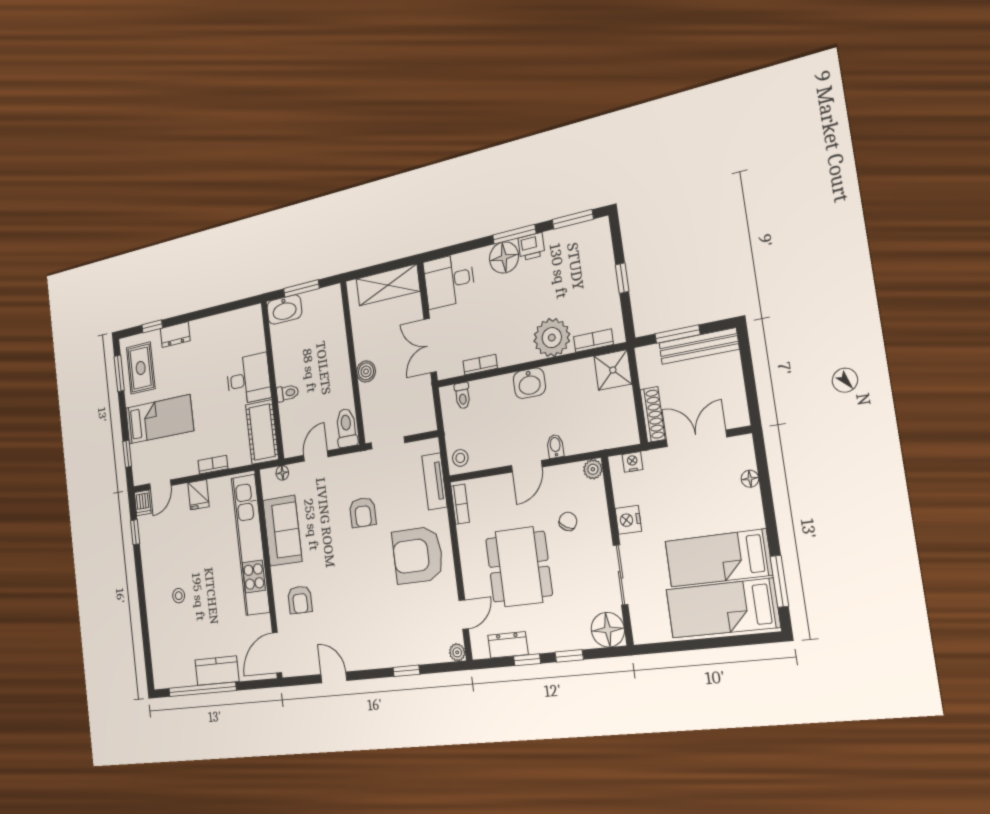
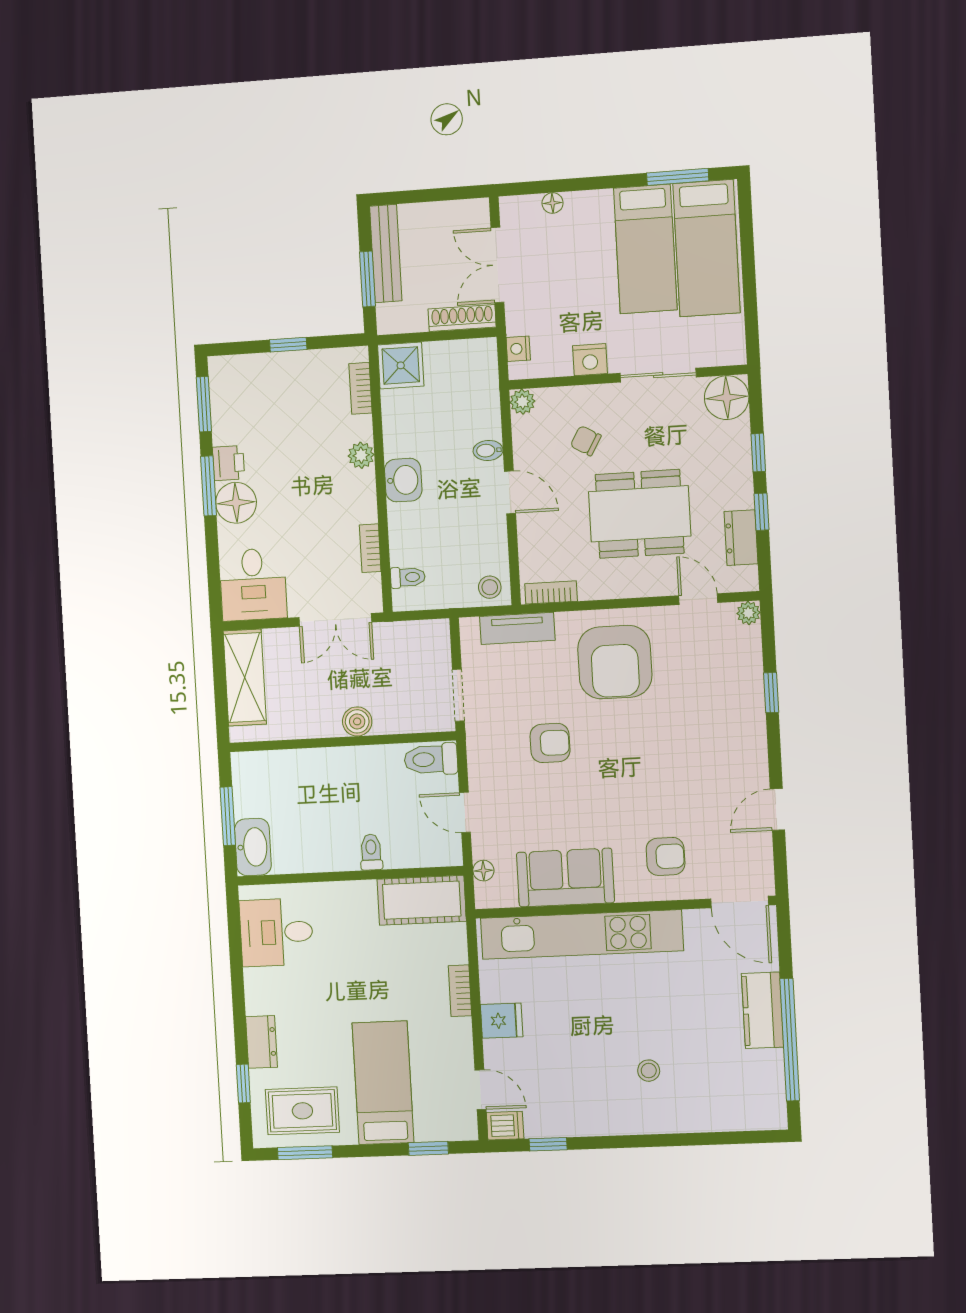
plant: (552, 338) -> (361, 455), width x0.53, depth x0.53
desk: (248, 379) -> (276, 932), moved, turned -90

